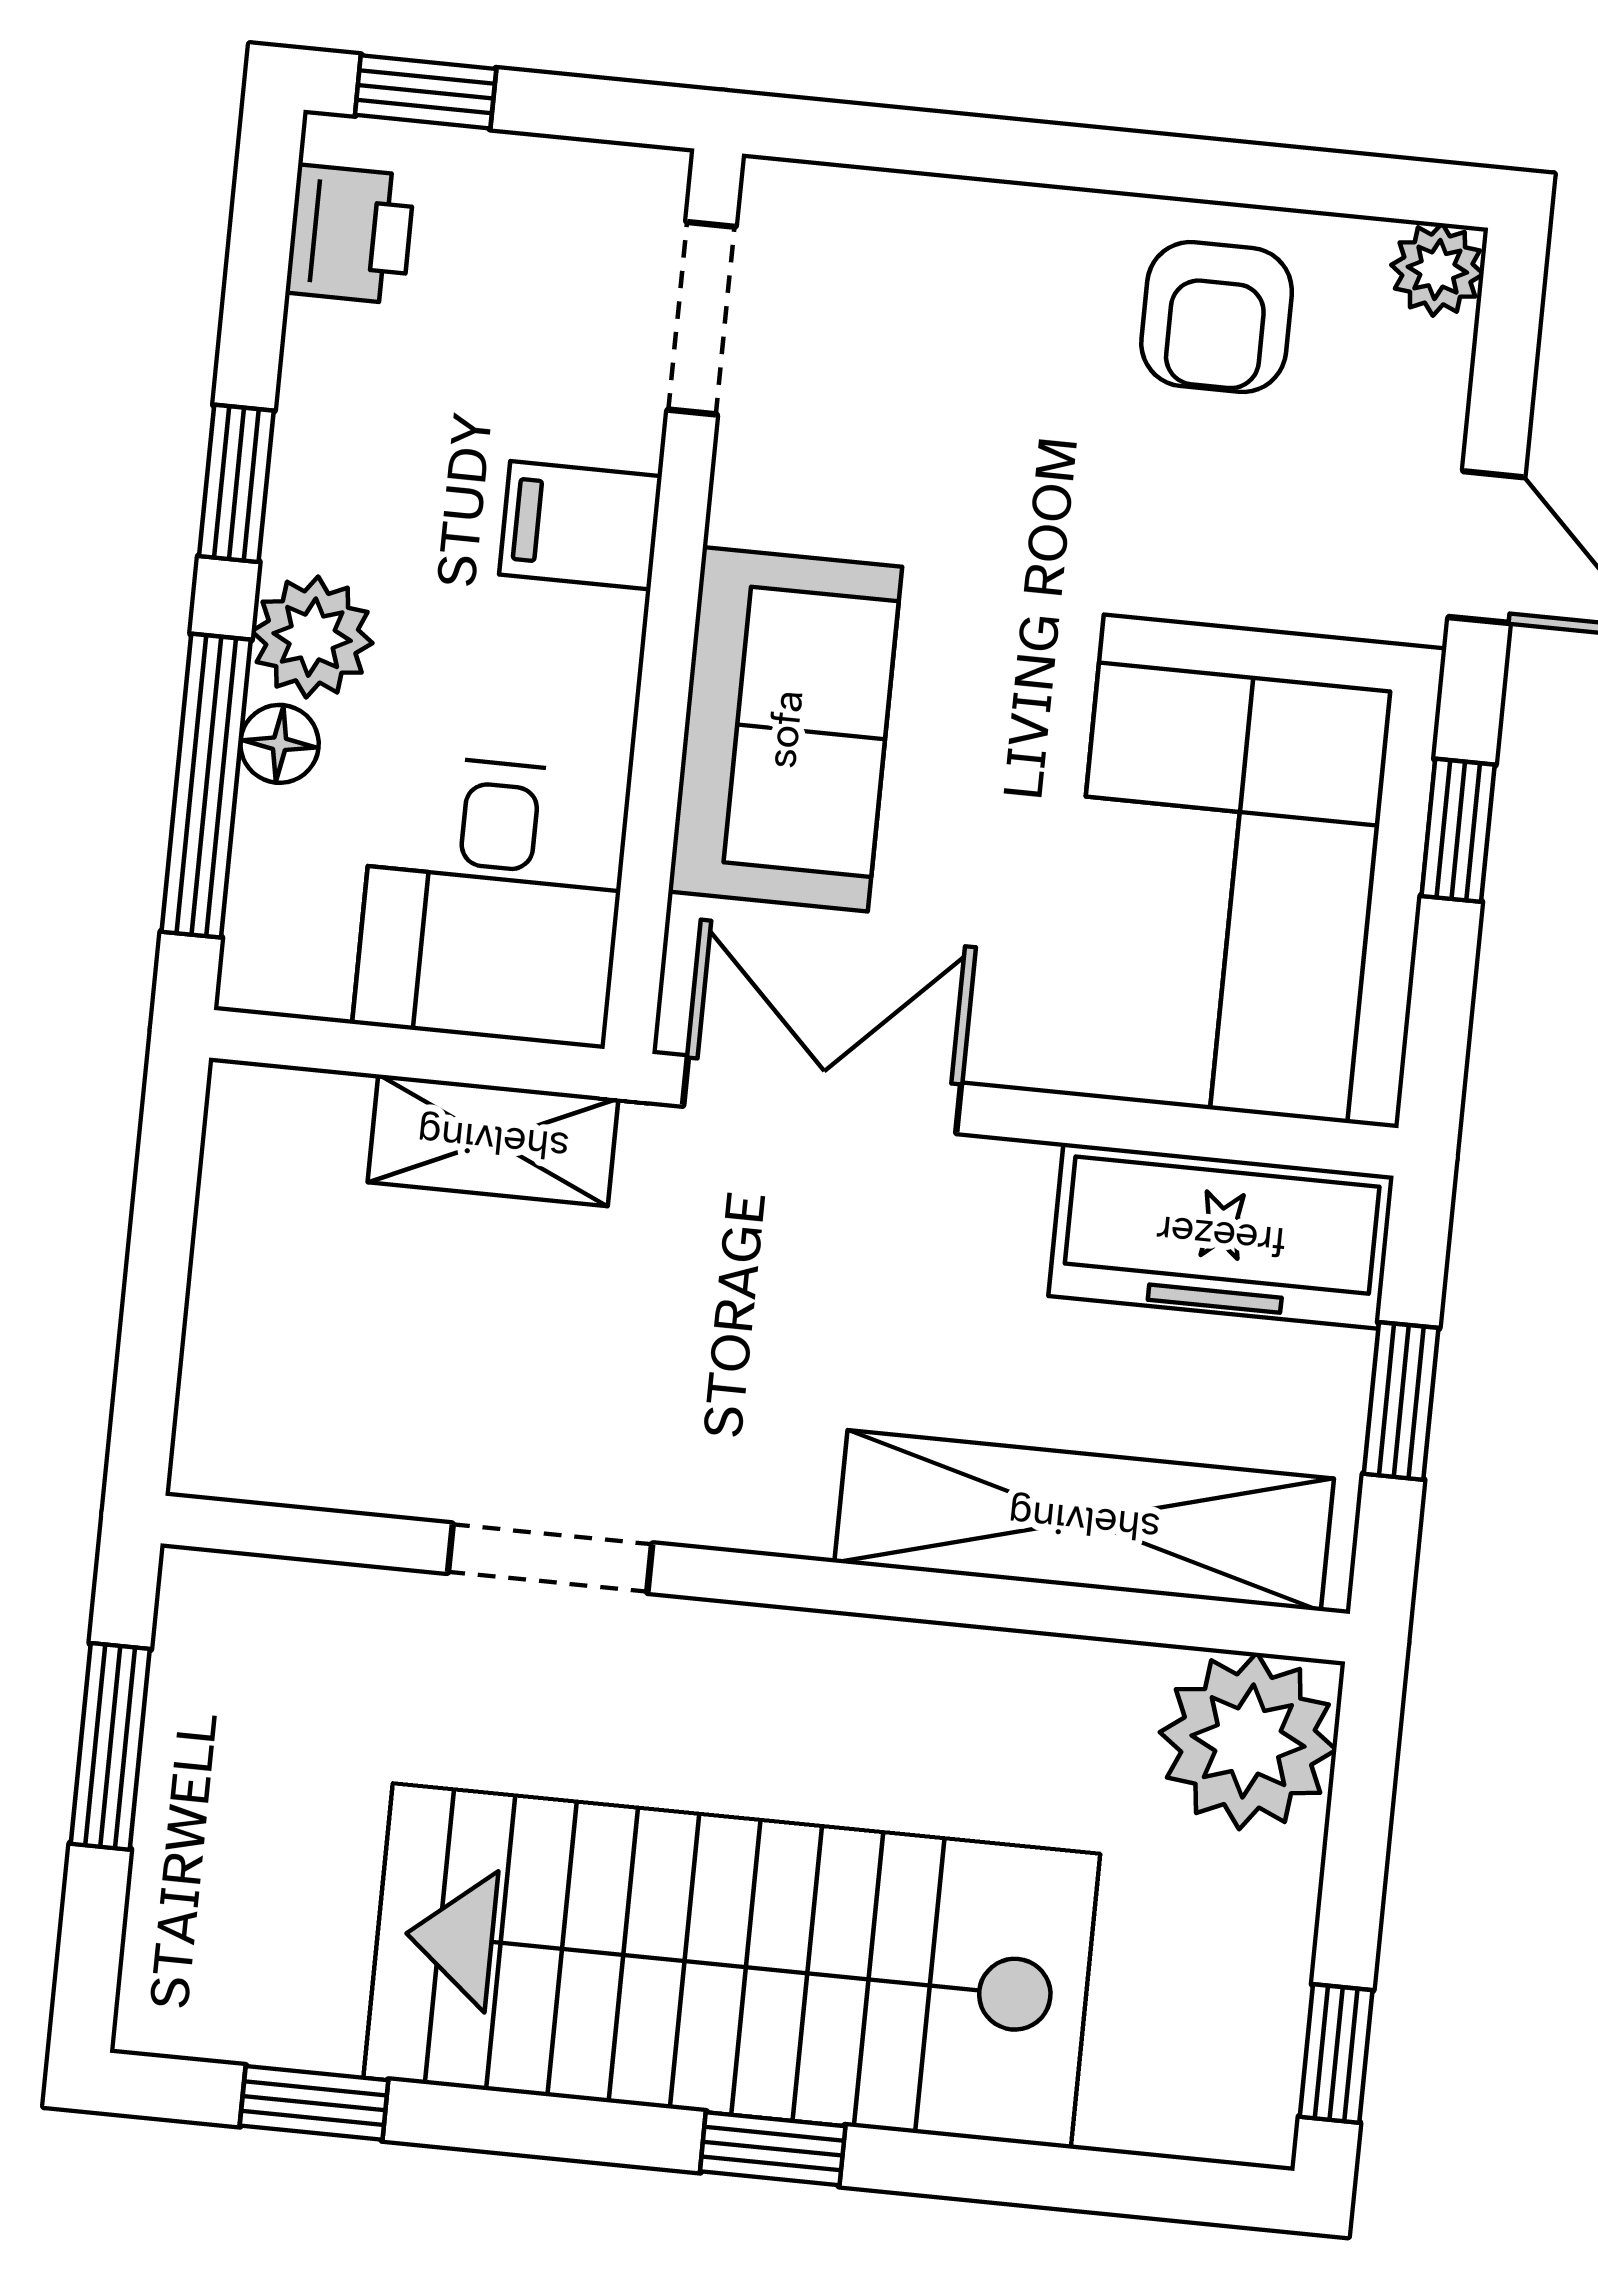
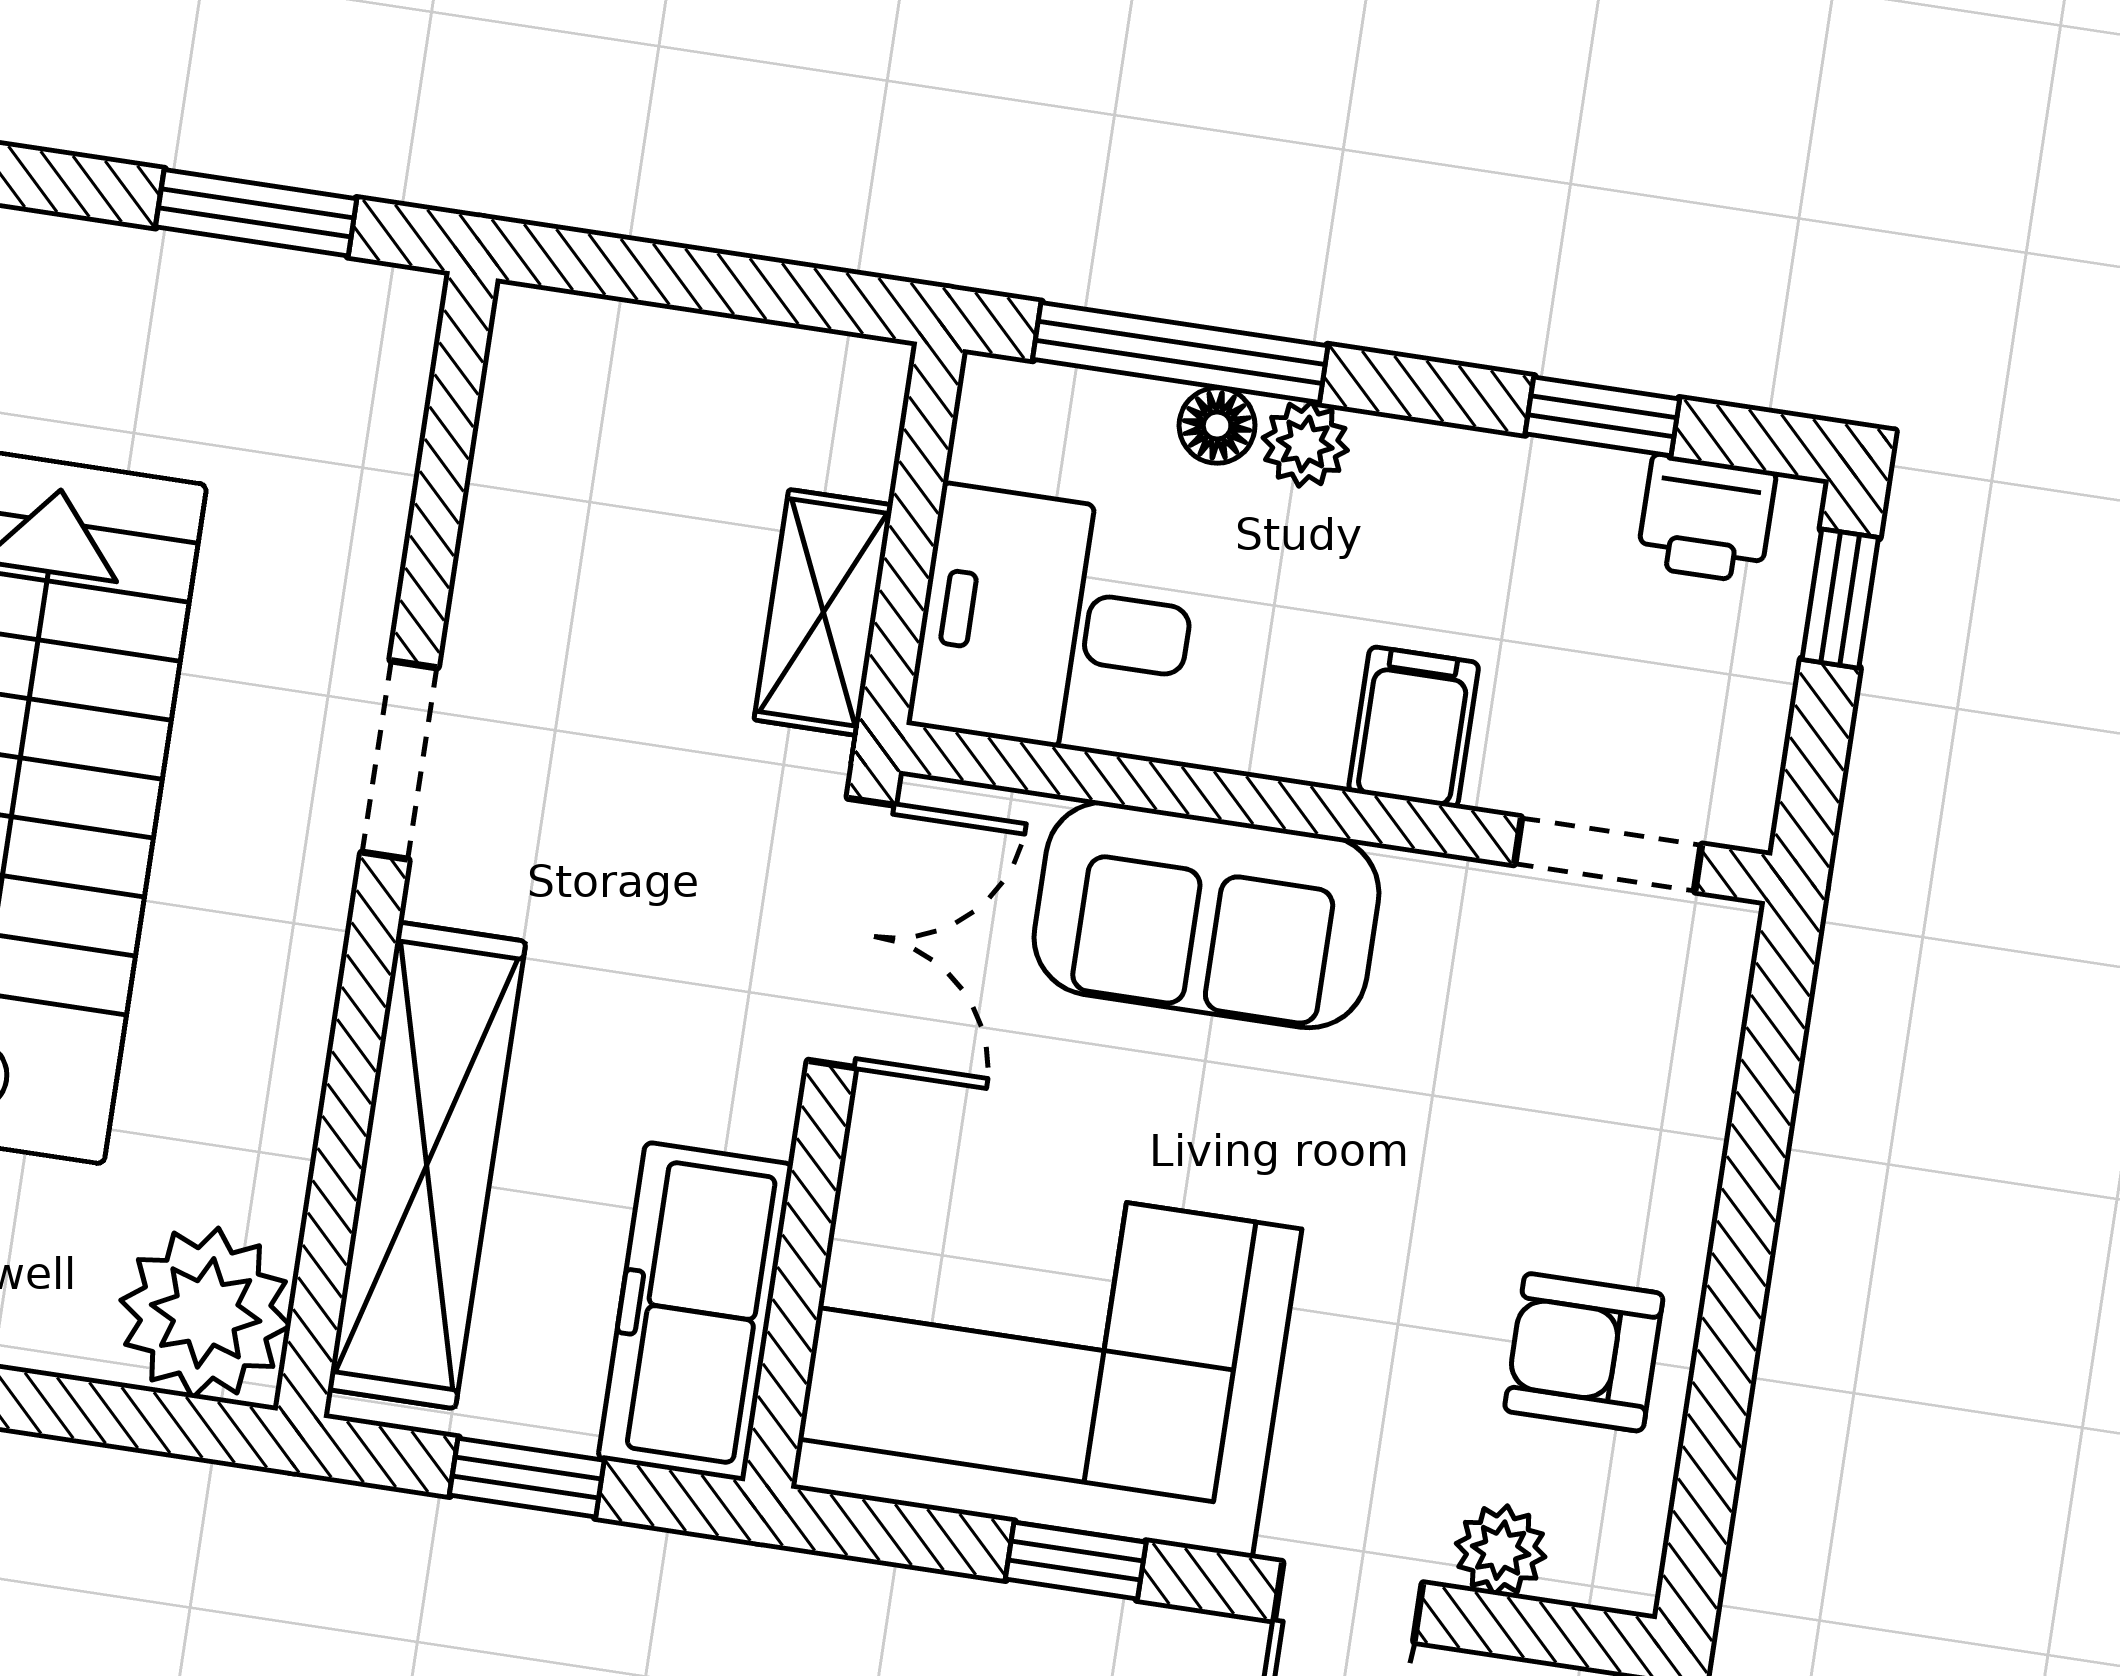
plant: (1437, 270) -> (1501, 1550), moved
window: (236, 483) -> (1602, 416), moved
plant: (312, 637) -> (1305, 444), width x0.73, depth x0.73
doorway: (550, 1558) -> (400, 760), moved

